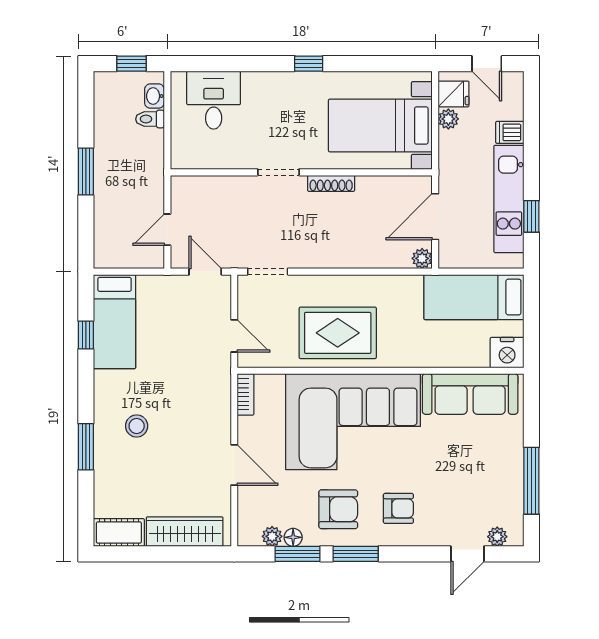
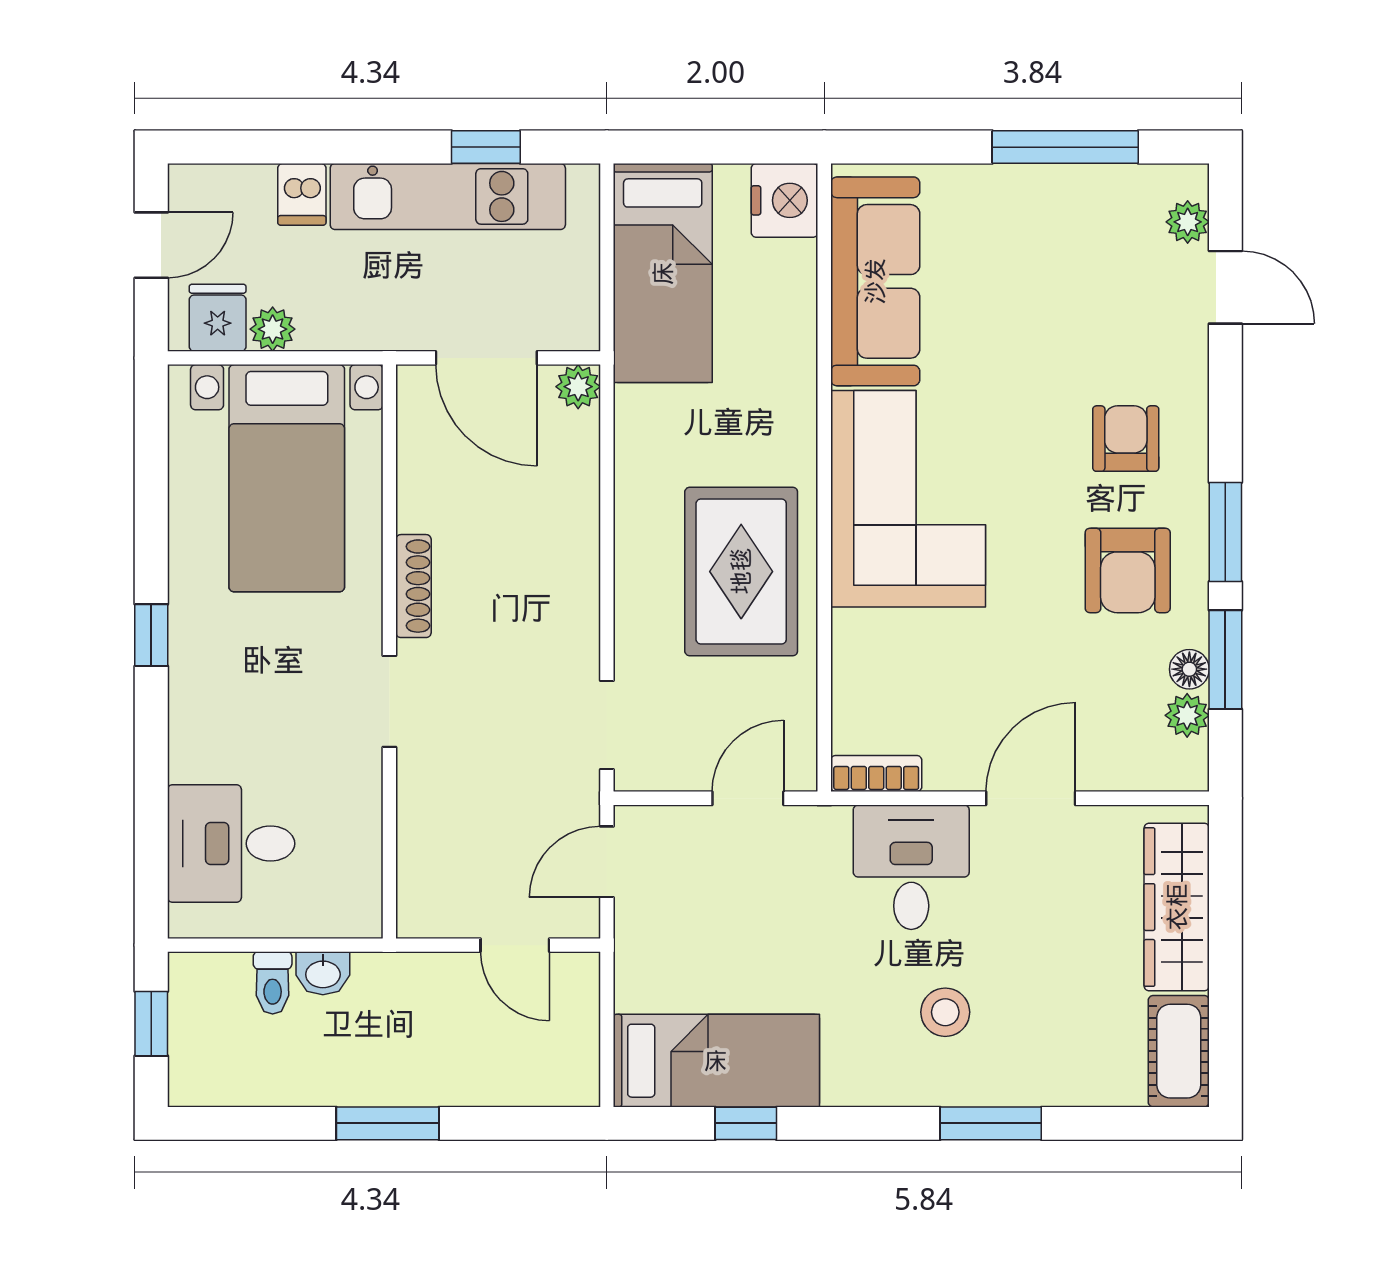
washbasin: (154, 96) -> (323, 973), moved
desk: (203, 410) -> (911, 867), added
corner sofa: (353, 422) -> (908, 499), width x0.73, depth x0.74
armchair: (338, 509) -> (1128, 570), turned 180

